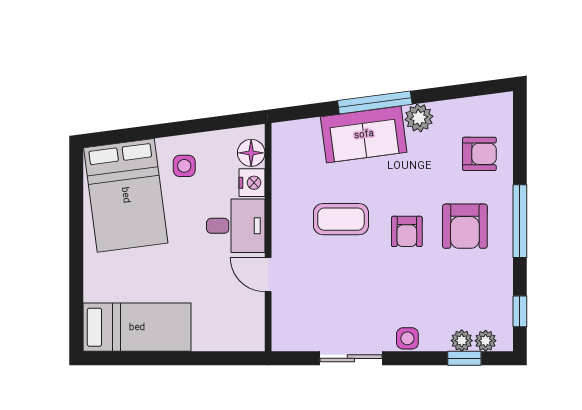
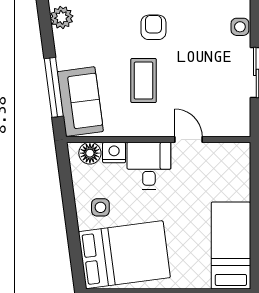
window: (375, 102) -> (54, 87), moved
sofa: (364, 134) -> (80, 102), moved
armchair: (407, 231) -> (153, 27), turned -90
door: (268, 275) -> (188, 140), swing flipped

